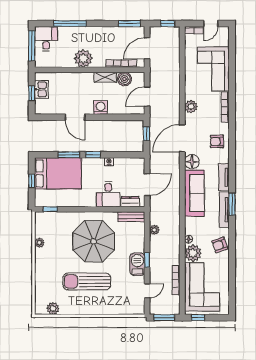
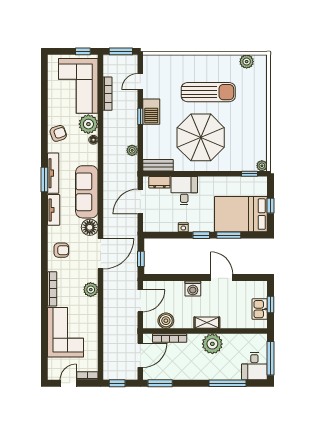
shelving: (105, 77) -> (207, 323), moved
plant: (39, 243) -> (262, 166), moved

